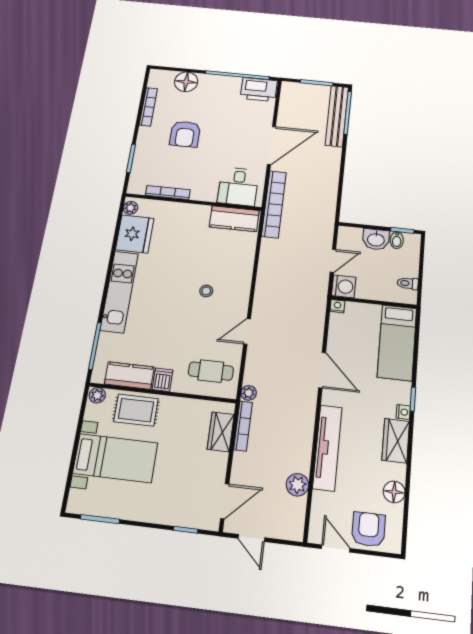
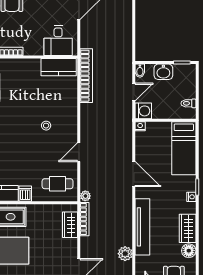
bookcase: (274, 204) -> (86, 76), moved
bidet: (397, 240) -> (140, 71), moved
wardrobe: (396, 441) -> (188, 228), moved

